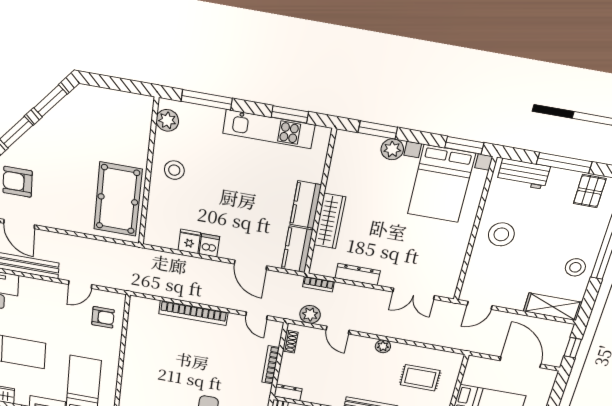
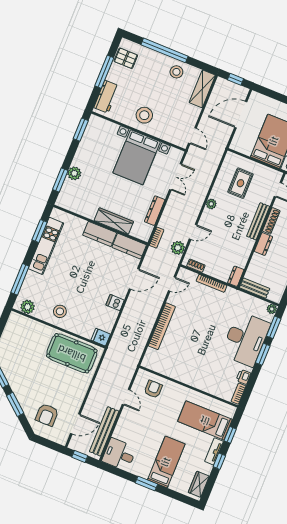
bed with nightstands: (441, 184) -> (137, 157), moved, turned 90
fridge: (189, 241) -> (101, 337), moved

